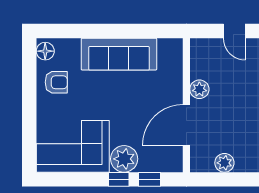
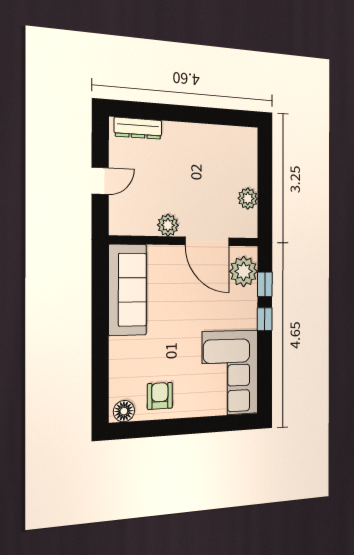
sofa: (119, 54) -> (128, 290), moved
plant: (124, 159) -> (244, 271), moved

